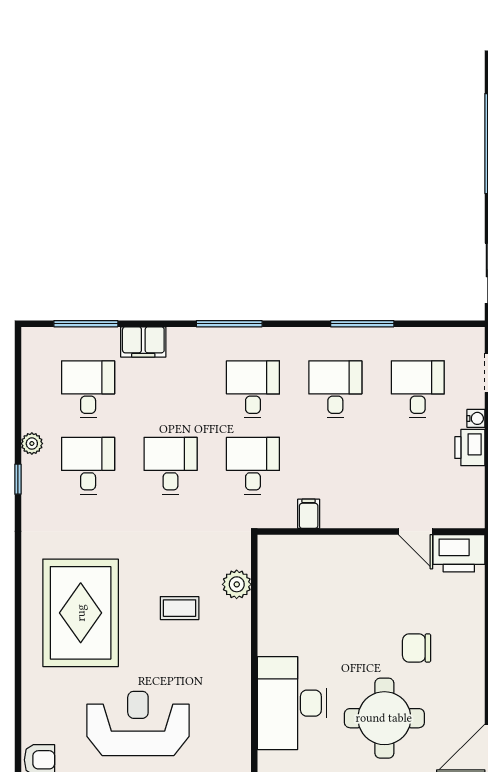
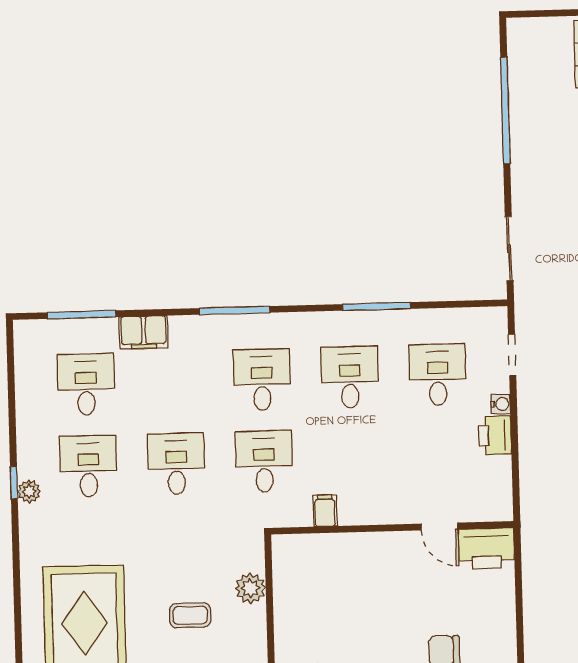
plant: (32, 444) -> (29, 491), moved

